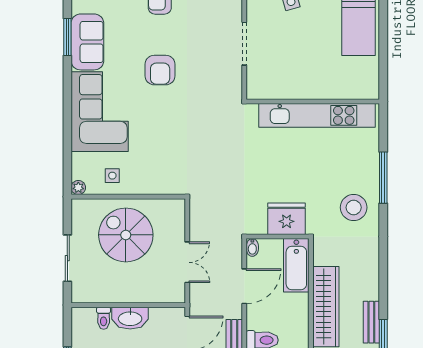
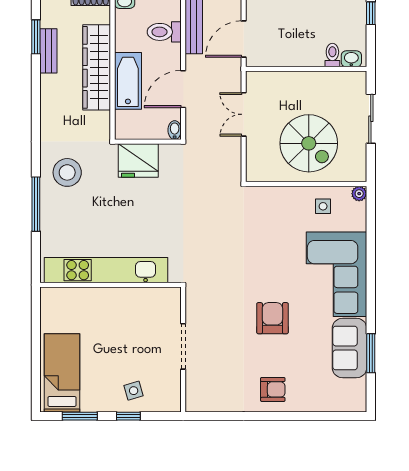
bathtub: (296, 265) -> (128, 81), moved
washbasin: (130, 318) -> (351, 59), moved, width x0.52, depth x0.69

